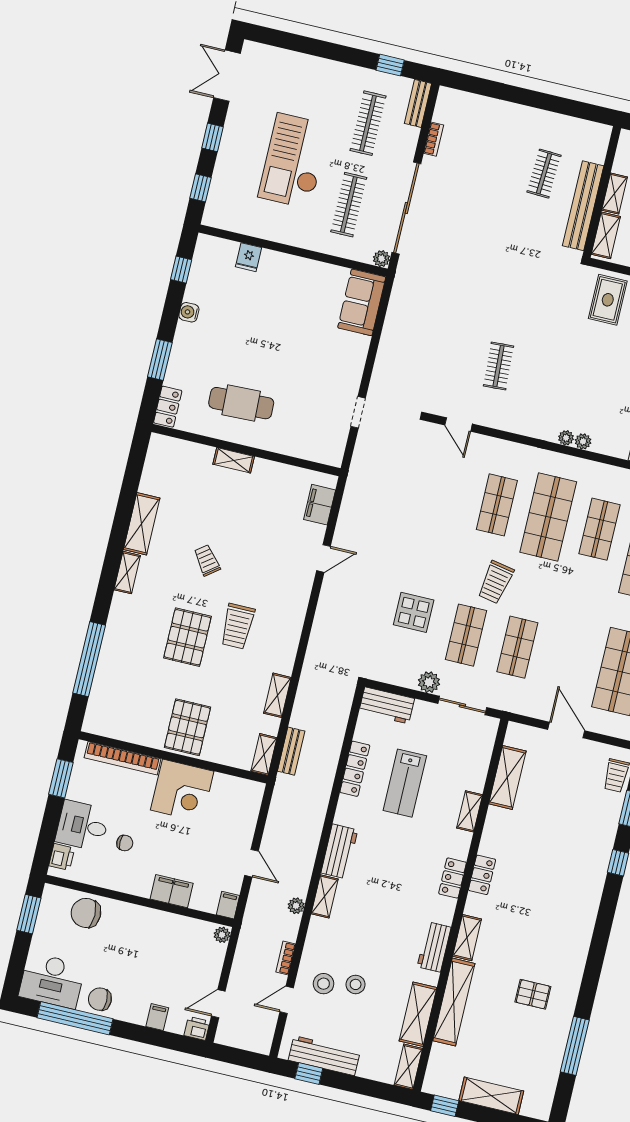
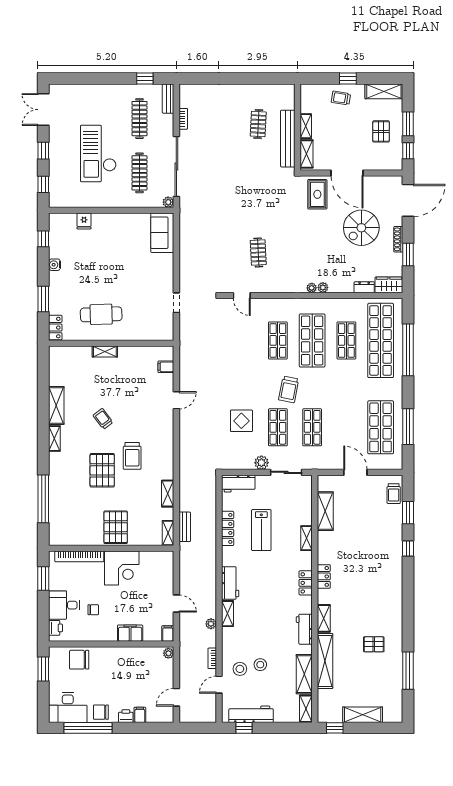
filing cabinet: (320, 505) -> (166, 367), width x0.50
printer: (197, 1028) -> (126, 716), moved

